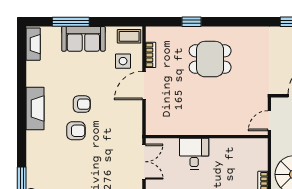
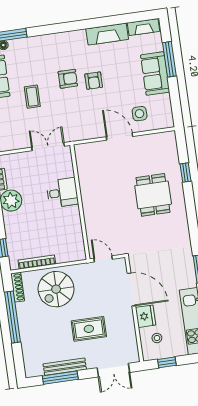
coffee table: (129, 36) -> (32, 97), moved
bookcase: (151, 55) -> (149, 139), removed
fireplace: (35, 109) -> (107, 34), moved
armchair: (76, 131) -> (68, 79), turned -90
double door: (144, 162) -> (48, 147), swing flipped

